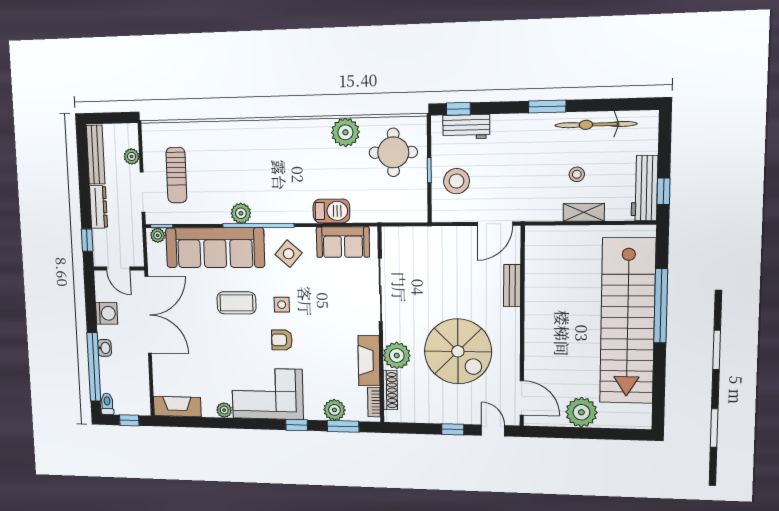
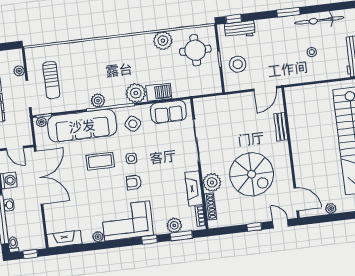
plant: (297, 208) -> (136, 93), added
shelving: (584, 212) -> (319, 75), removed
plant: (581, 412) -> (331, 208), width x0.53, depth x0.53

